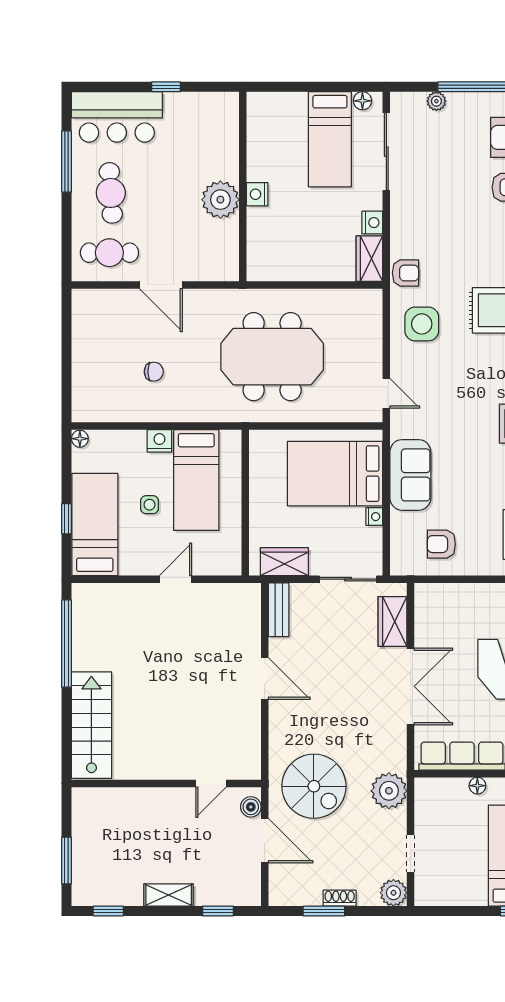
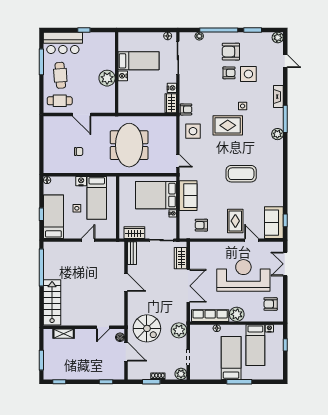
bed: (330, 139) -> (139, 61), moved, turned -90
meeting table: (272, 357) -> (129, 145), turned 90
shelving: (169, 895) -> (64, 334), moved

